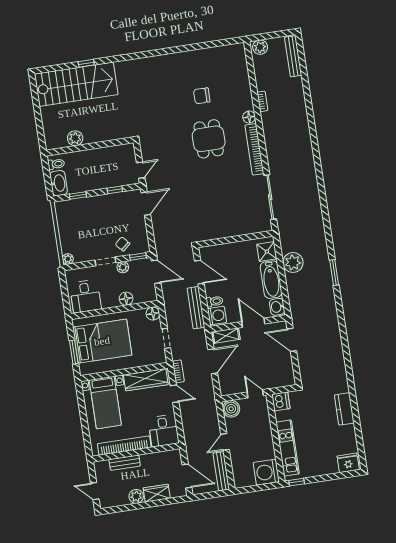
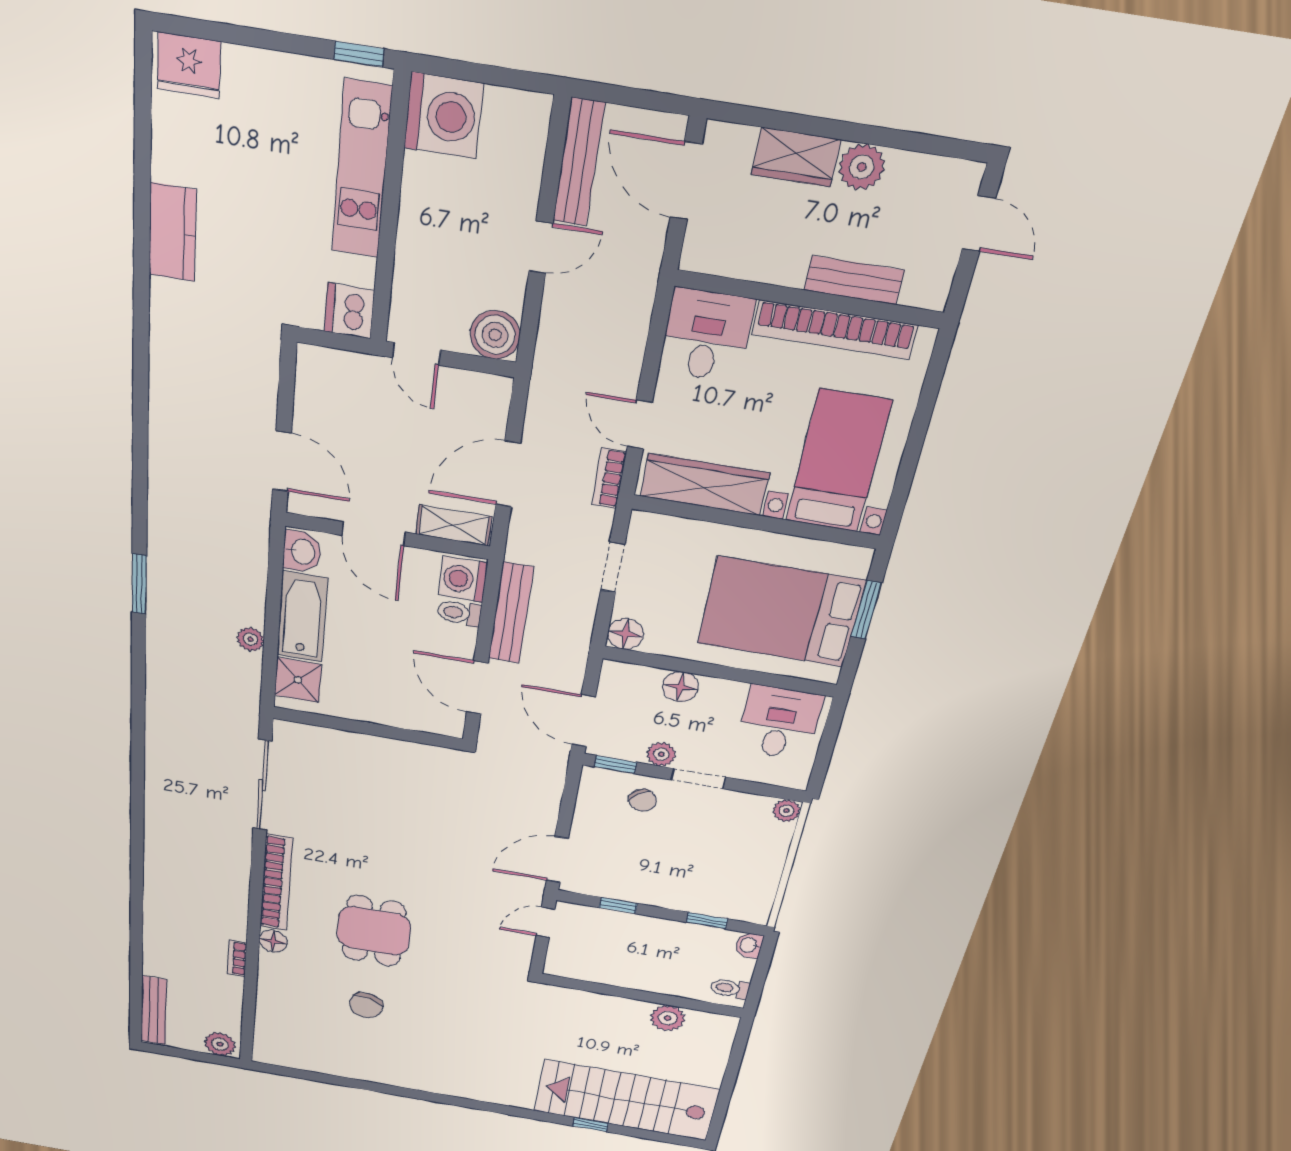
chair: (202, 96) -> (366, 1005), turned 105
washbasin: (59, 183) -> (749, 945), width x0.52, depth x0.69
plant: (293, 263) -> (251, 639), width x0.53, depth x0.53

